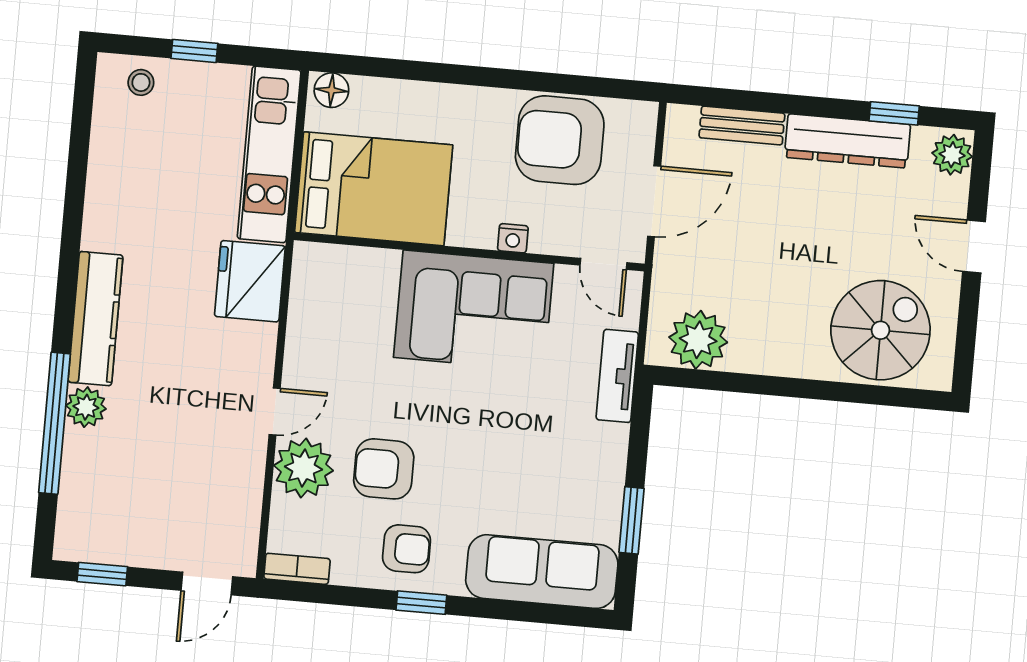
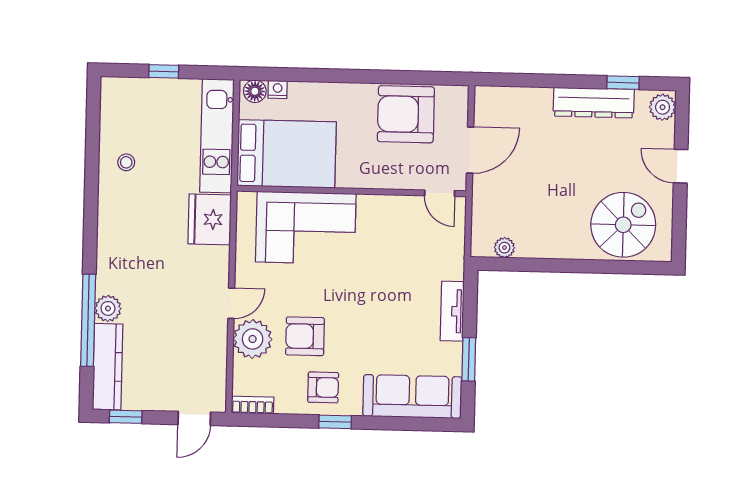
stool: (141, 82) -> (126, 162), moved
bench: (742, 125) -> (524, 97), removed
nightstand: (513, 238) -> (278, 89), moved, turned 180
corner sofa: (474, 310) -> (306, 228), moved
kitchen counter: (95, 319) -> (108, 367), moved
plant: (698, 340) -> (504, 248), width x0.53, depth x0.53
tv unit: (617, 376) -> (452, 311), moved

